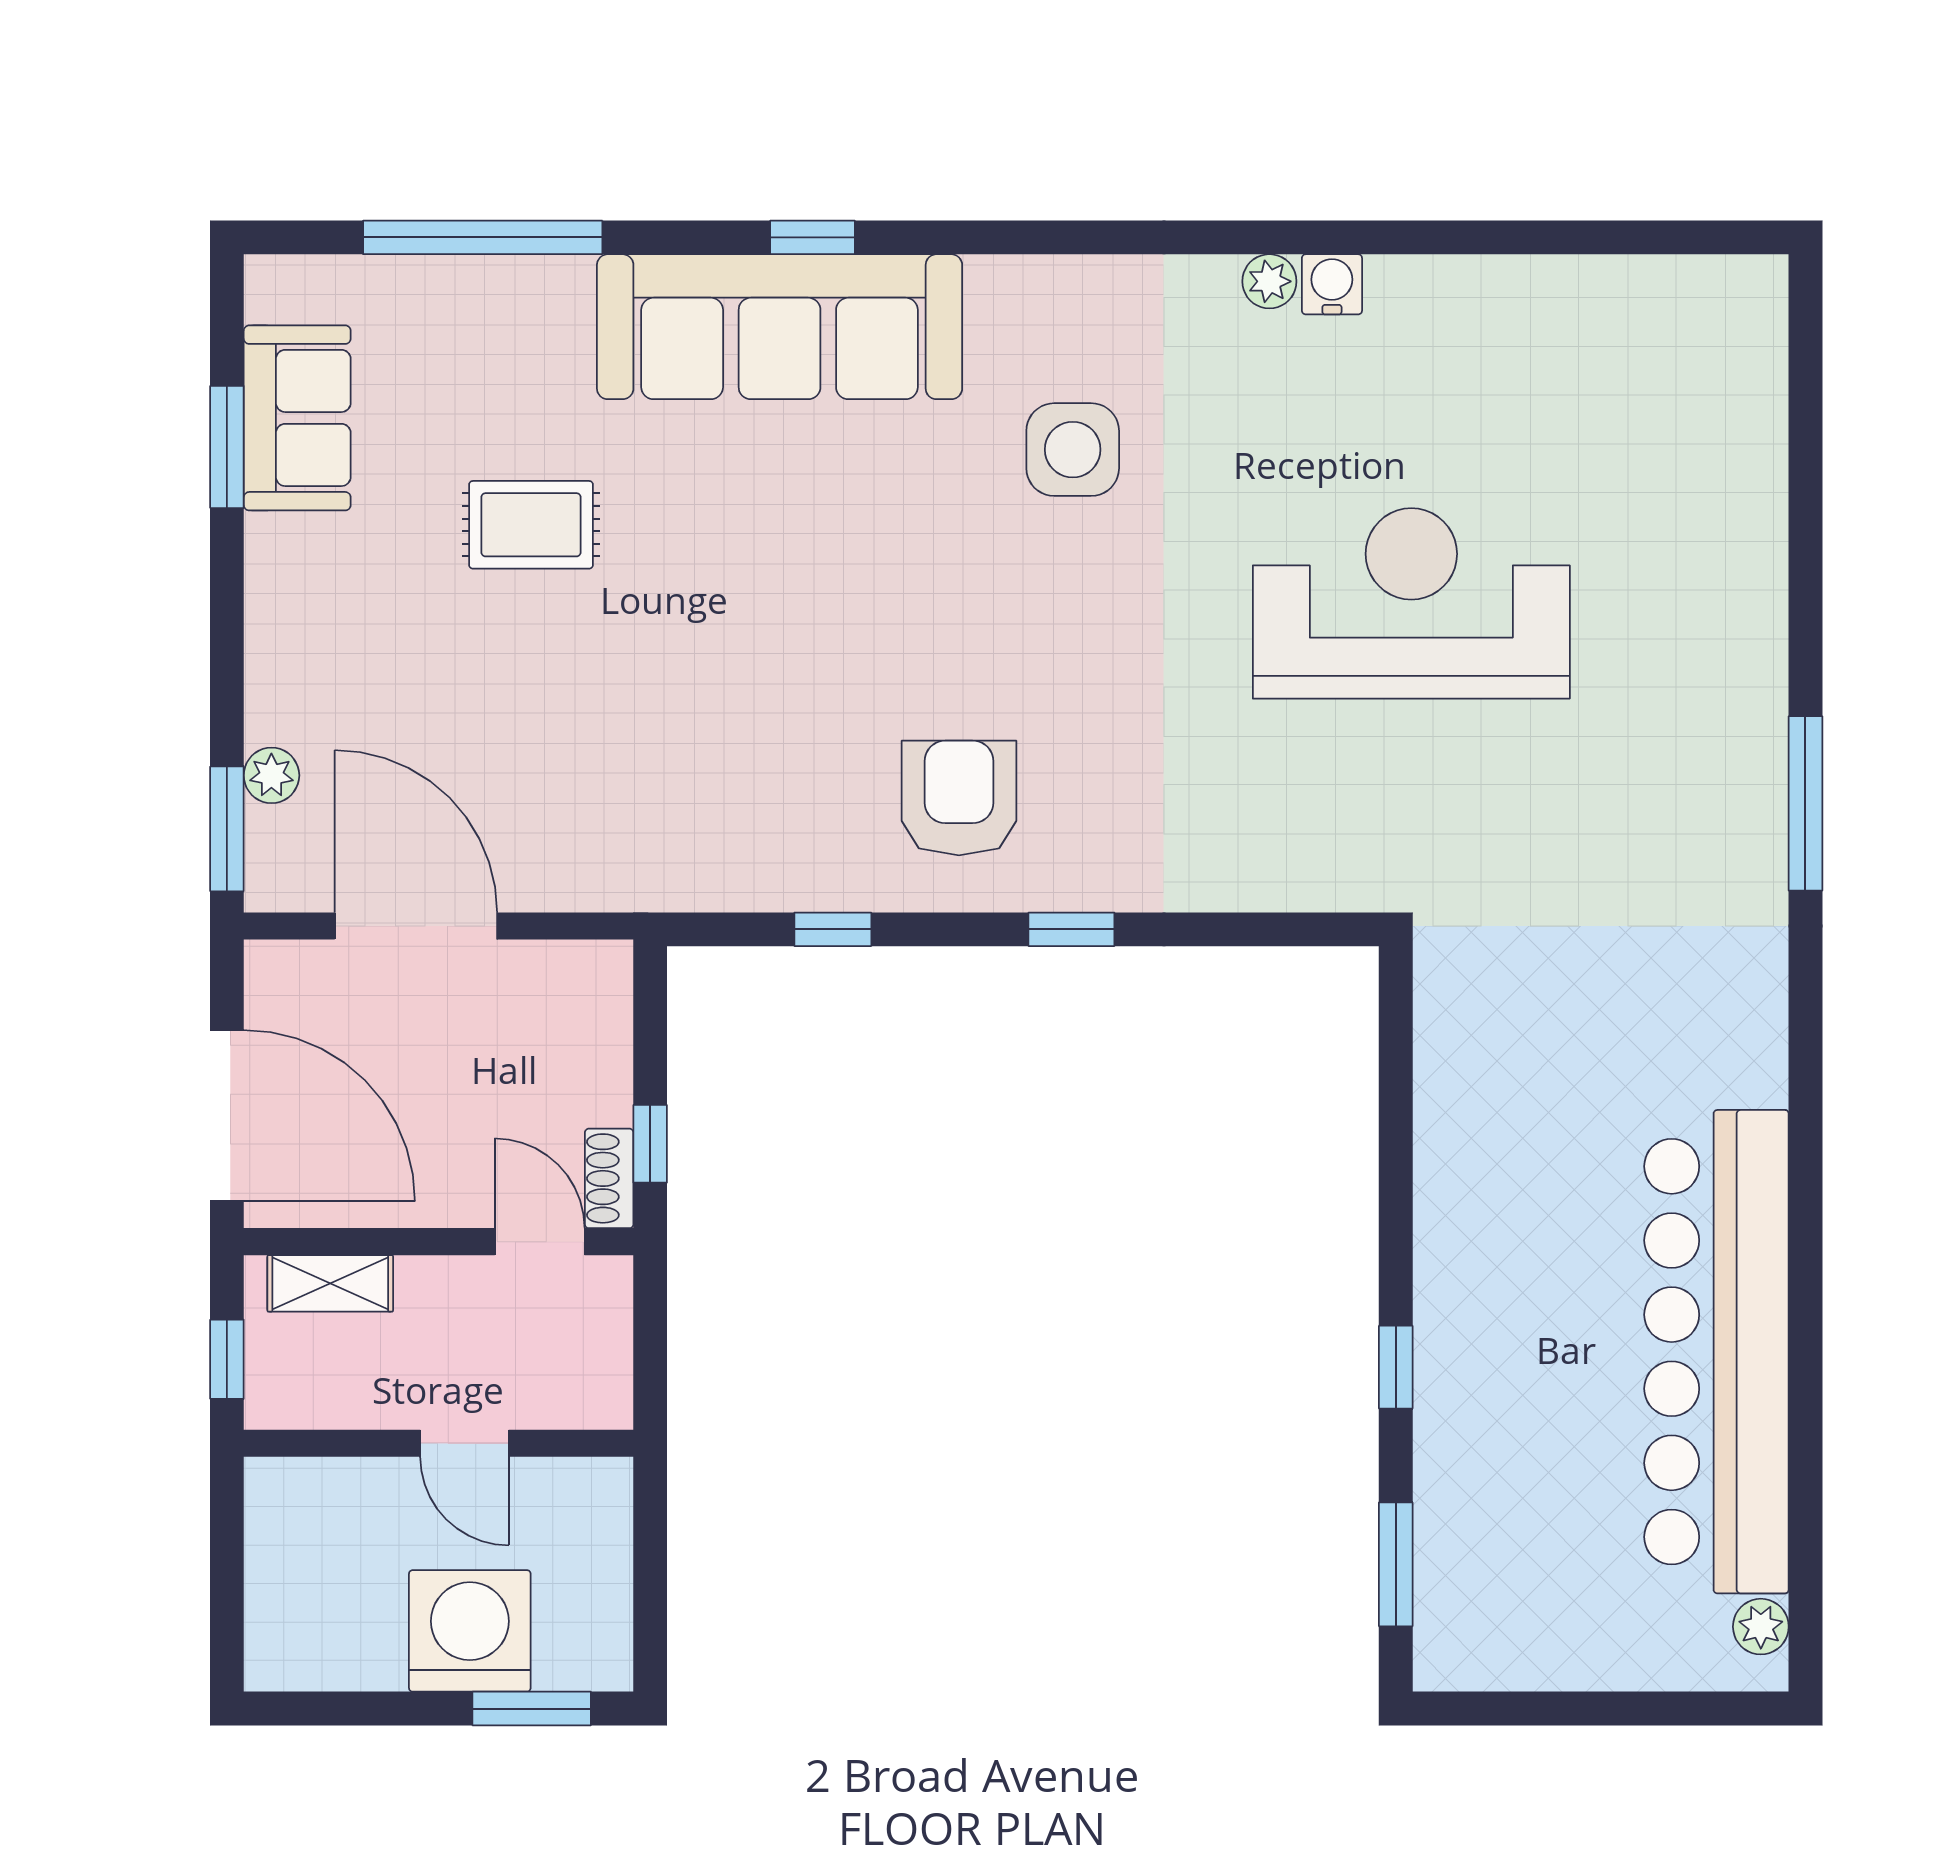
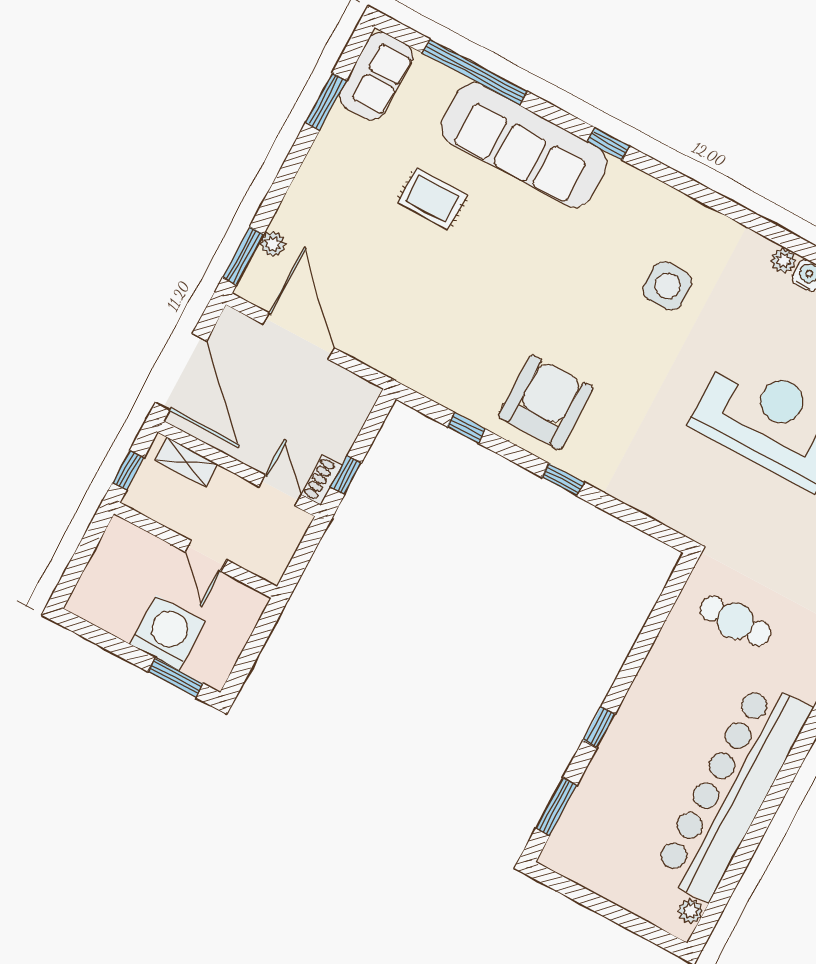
sofa: (780, 327) -> (524, 145), moved
sofa: (297, 418) -> (376, 76), moved
armchair: (959, 798) -> (546, 402), width x1.36, depth x1.36
cafe table: (1548, 1023) -> (735, 621), added

